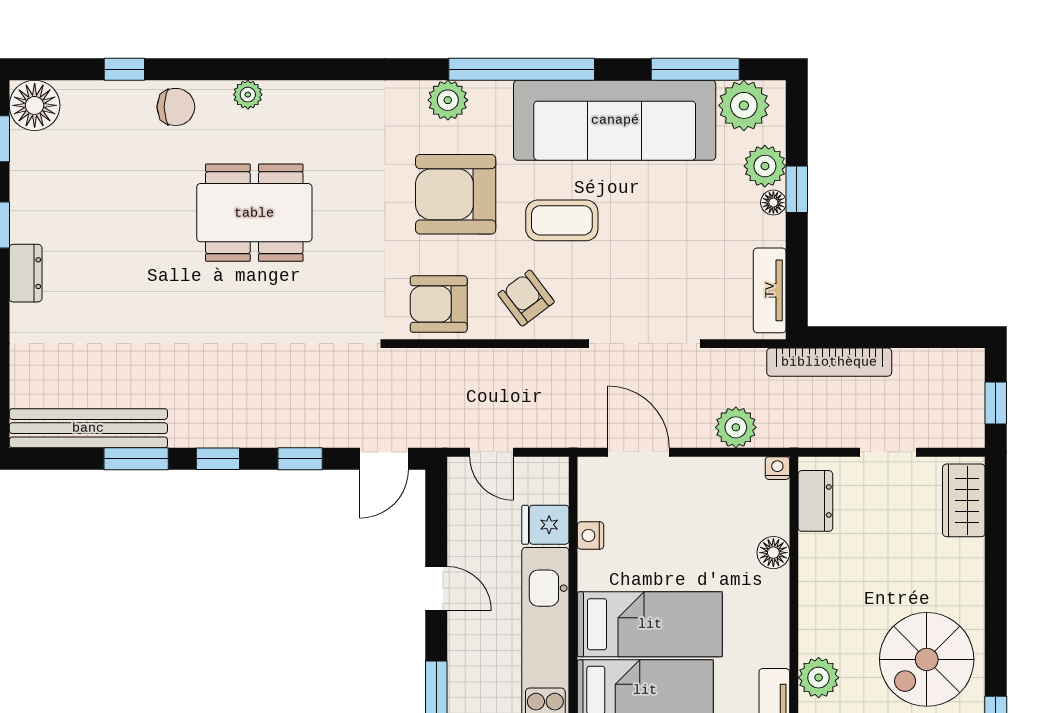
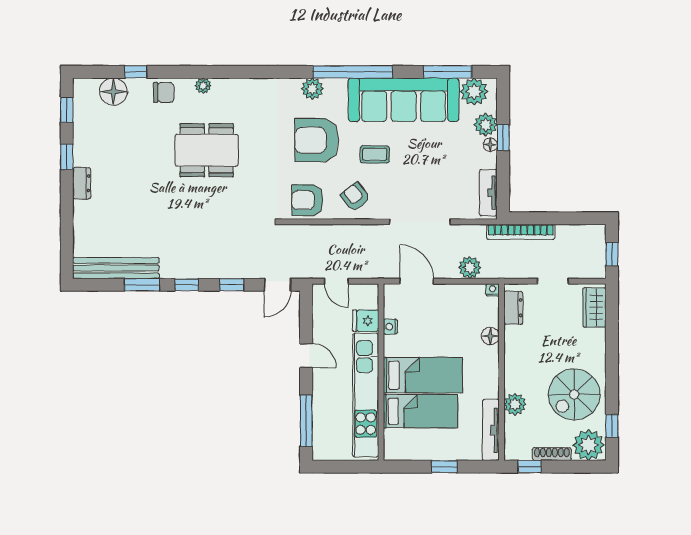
floor lamp: (35, 105) -> (113, 92), moved
coffee table: (562, 220) -> (375, 154), width x0.73, depth x0.77

